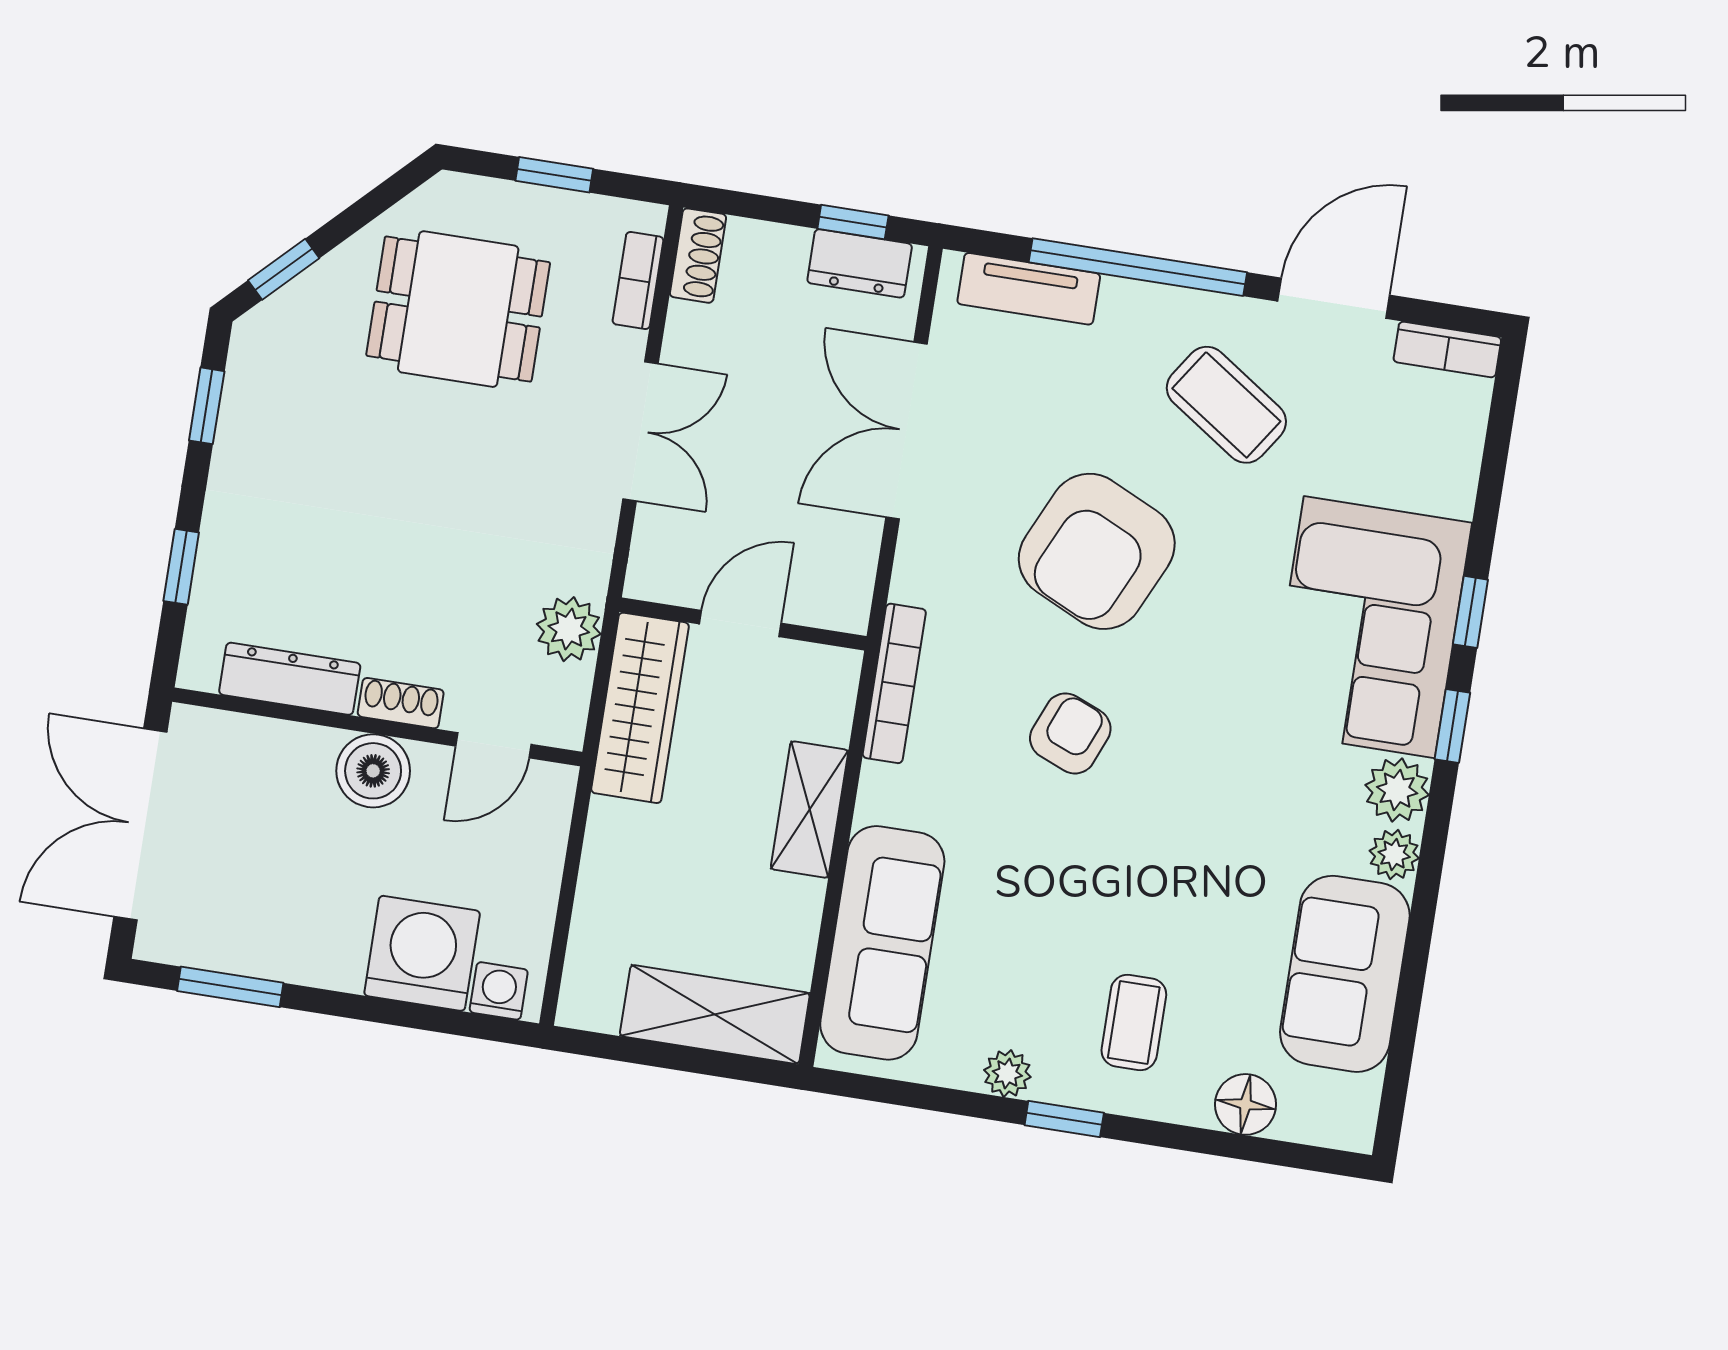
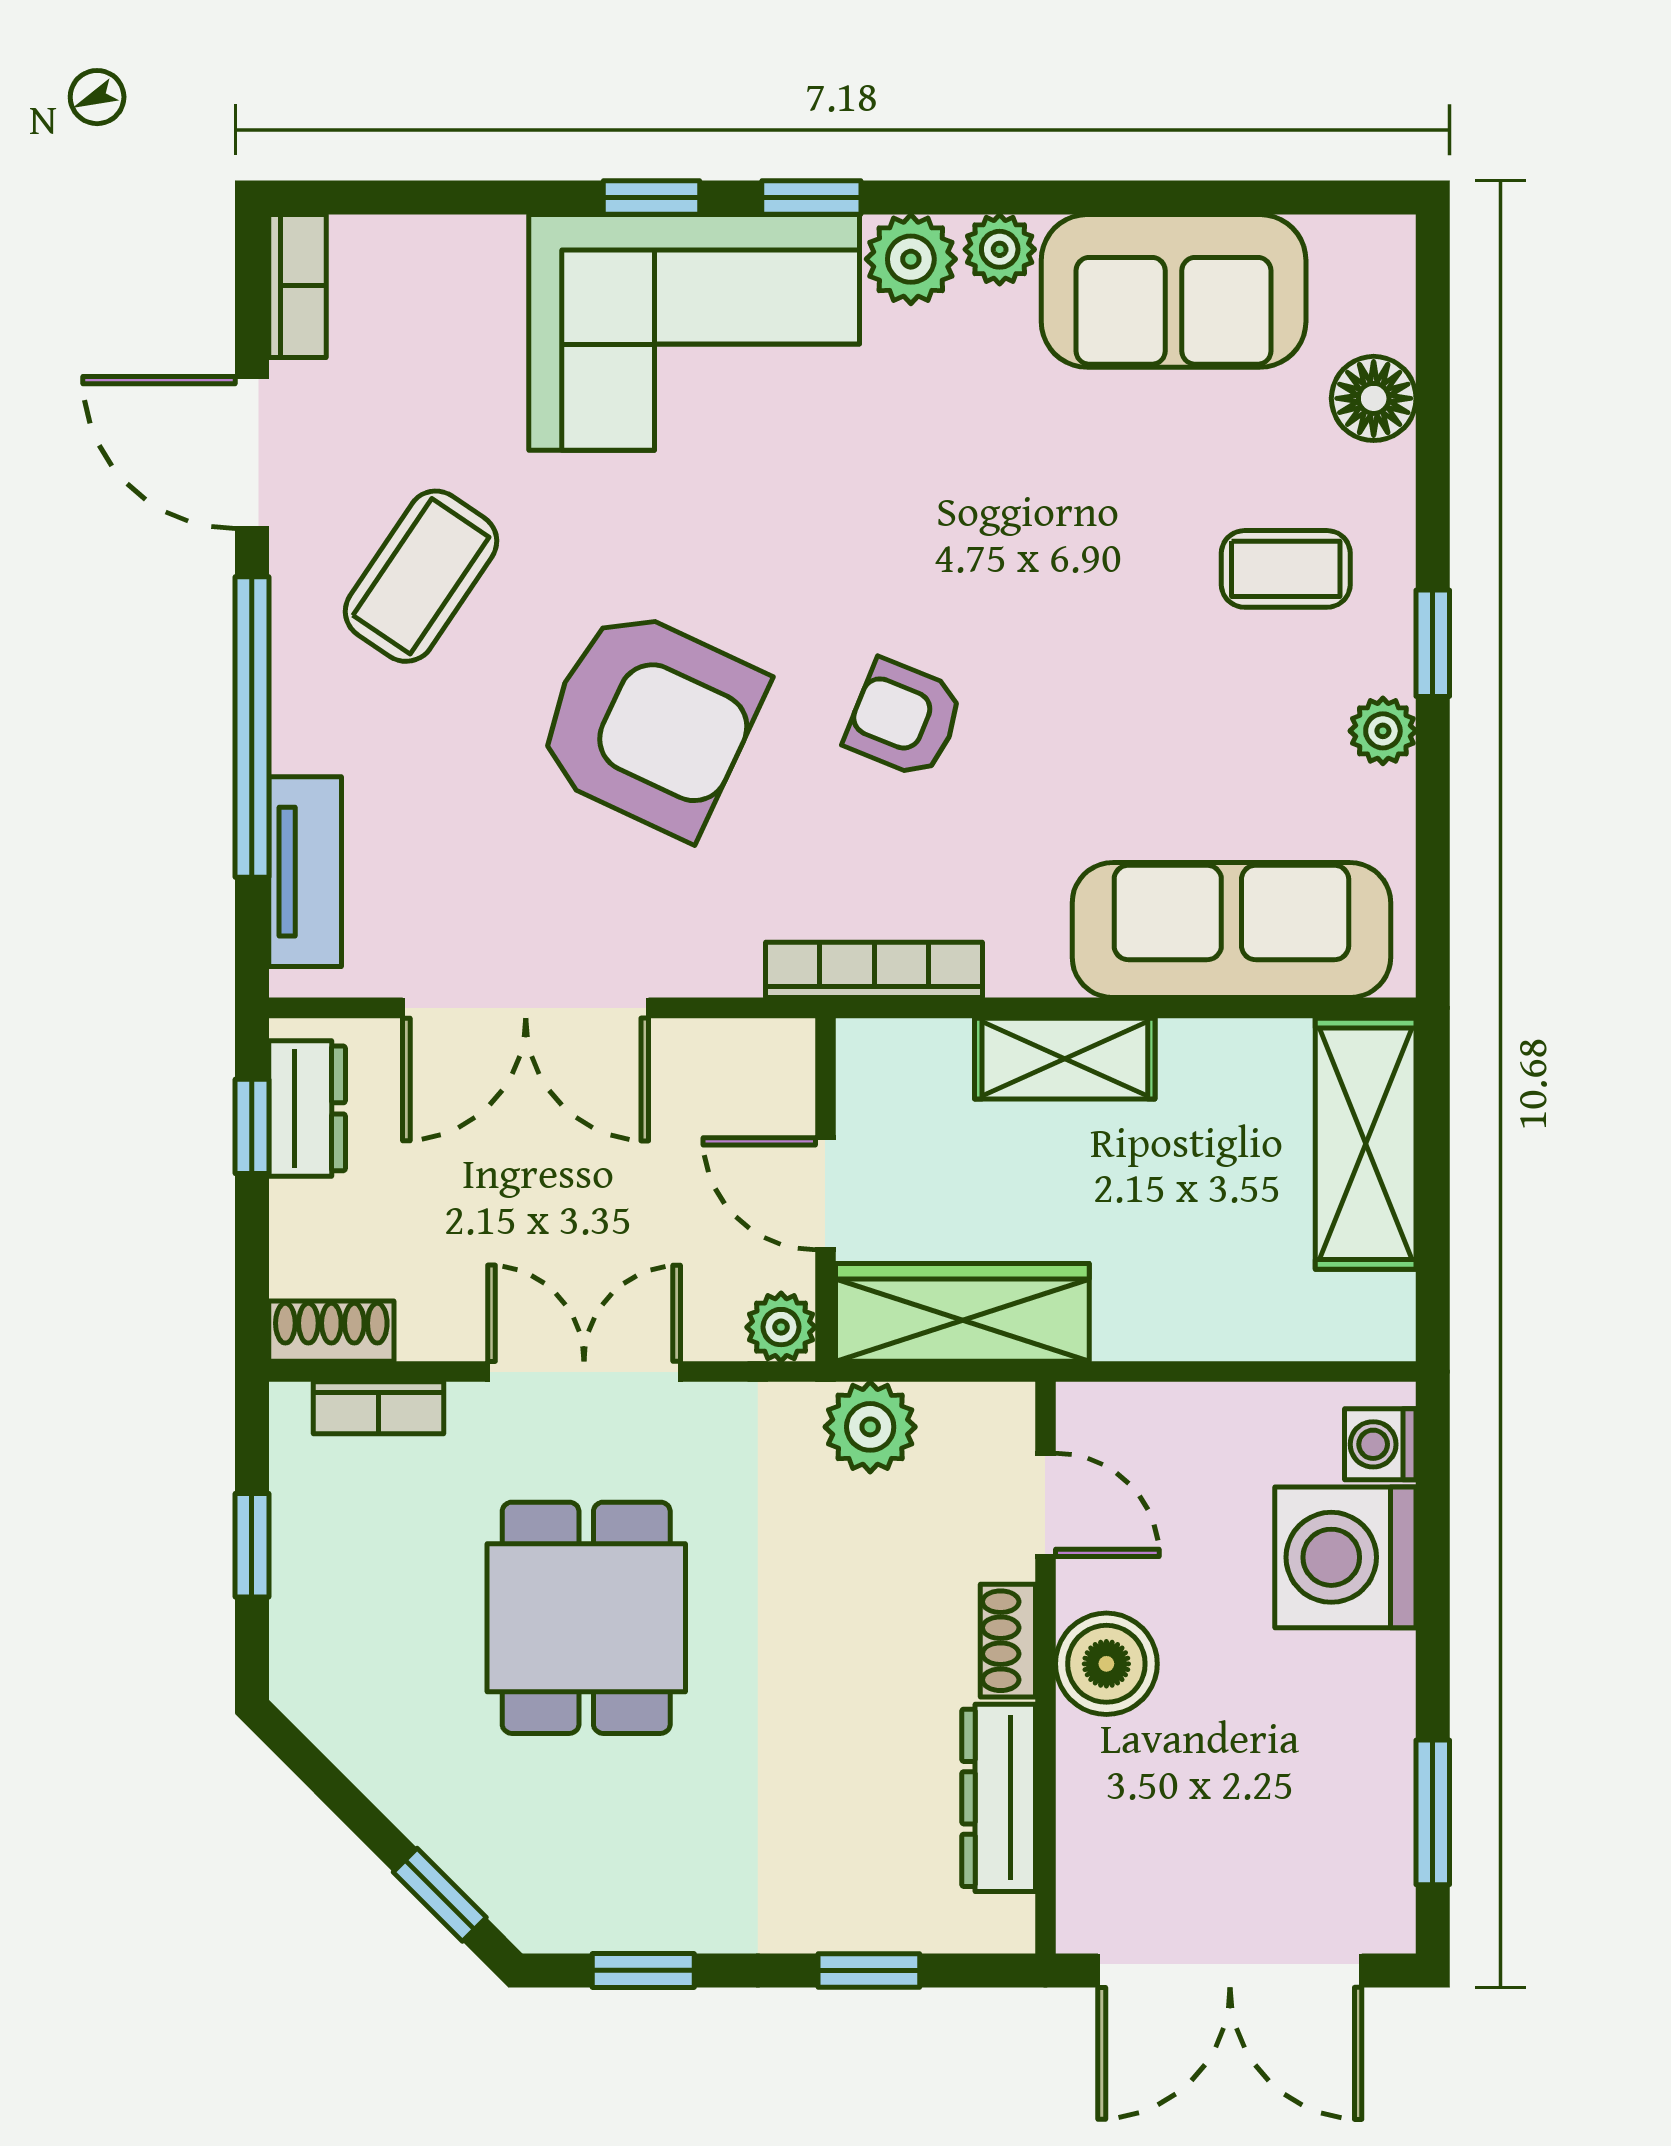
dining table: (458, 309) -> (586, 1618), moved
plant: (650, 577) -> (781, 1327), added

